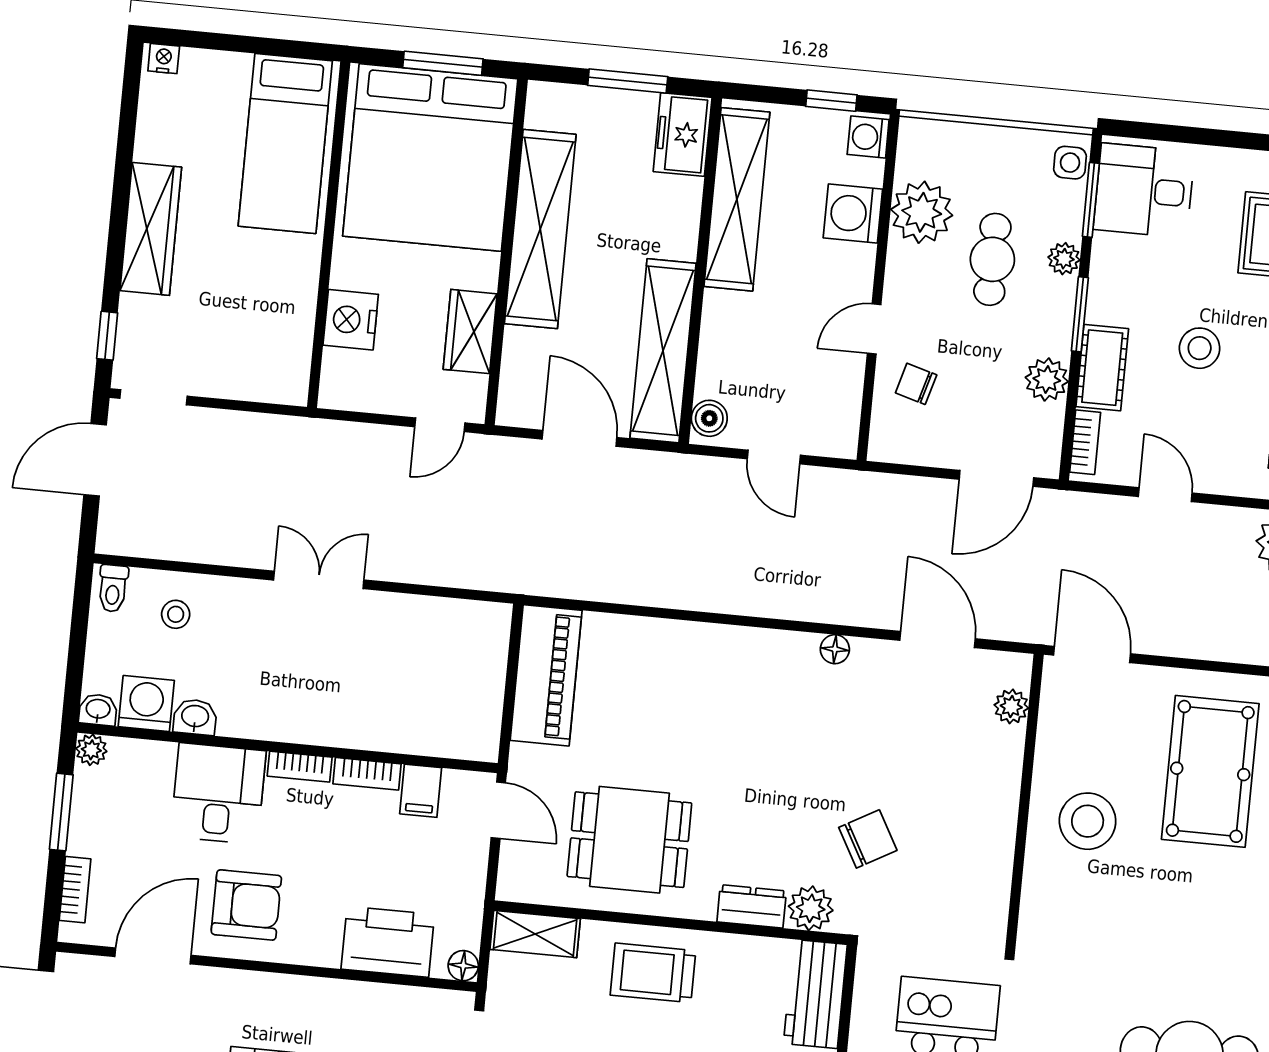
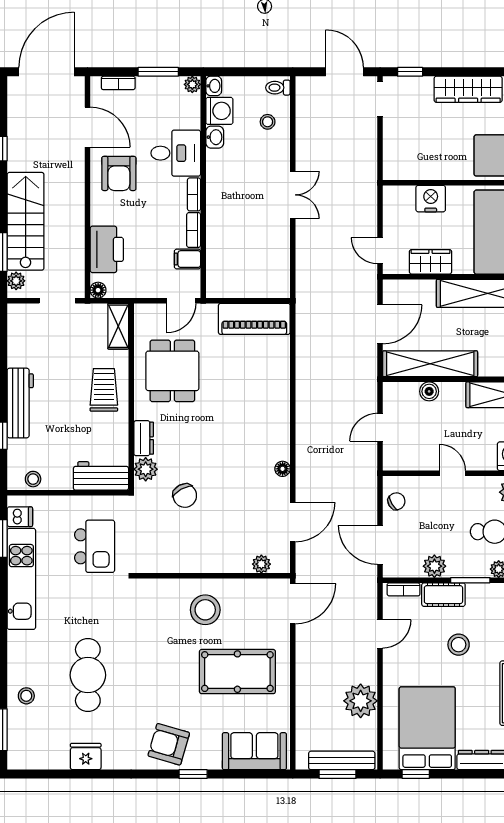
chair: (916, 384) -> (396, 501), moved, turned 44
boiler: (709, 418) -> (429, 391), moved

